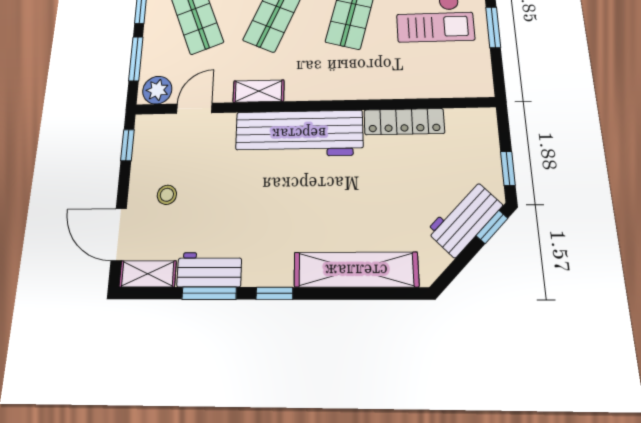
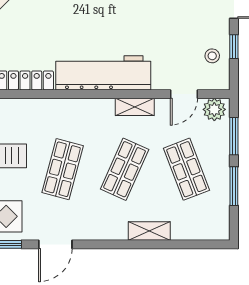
window: (127, 145) -> (234, 47), moved
stool: (167, 195) -> (212, 56), moved

